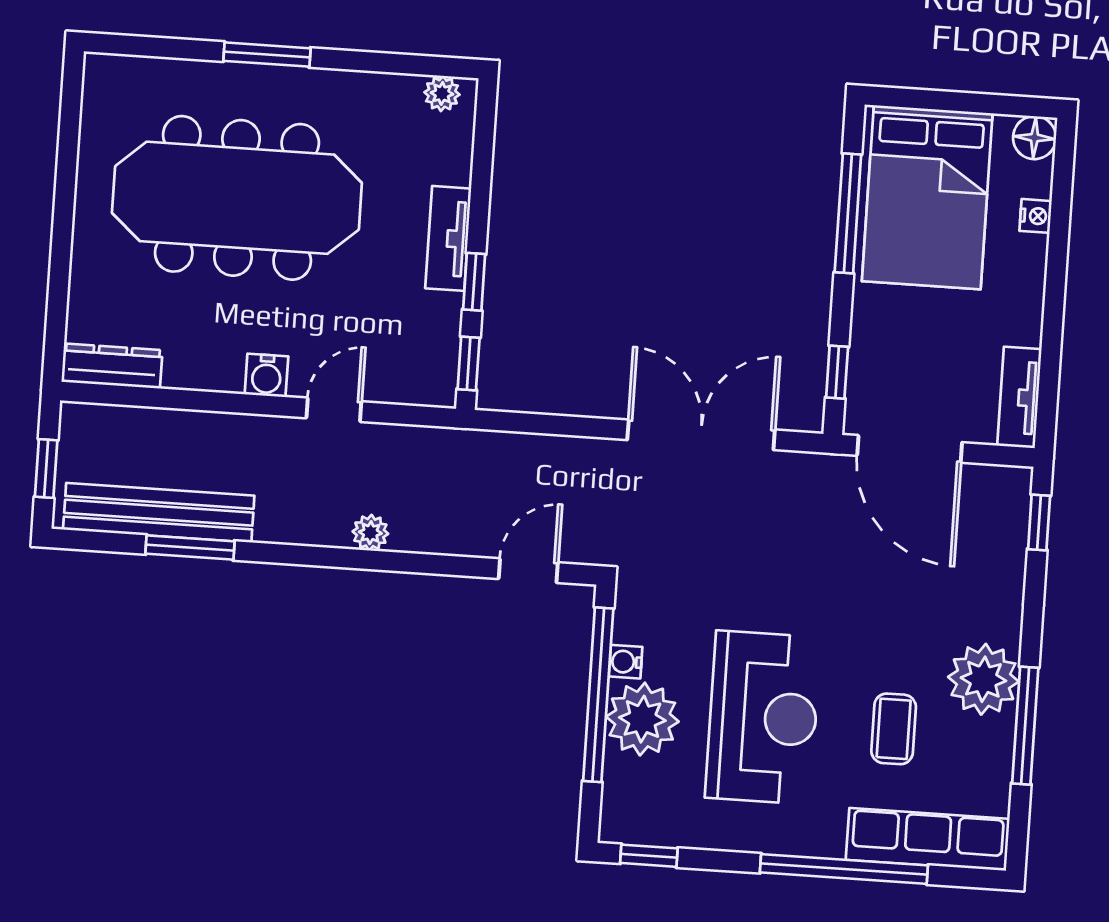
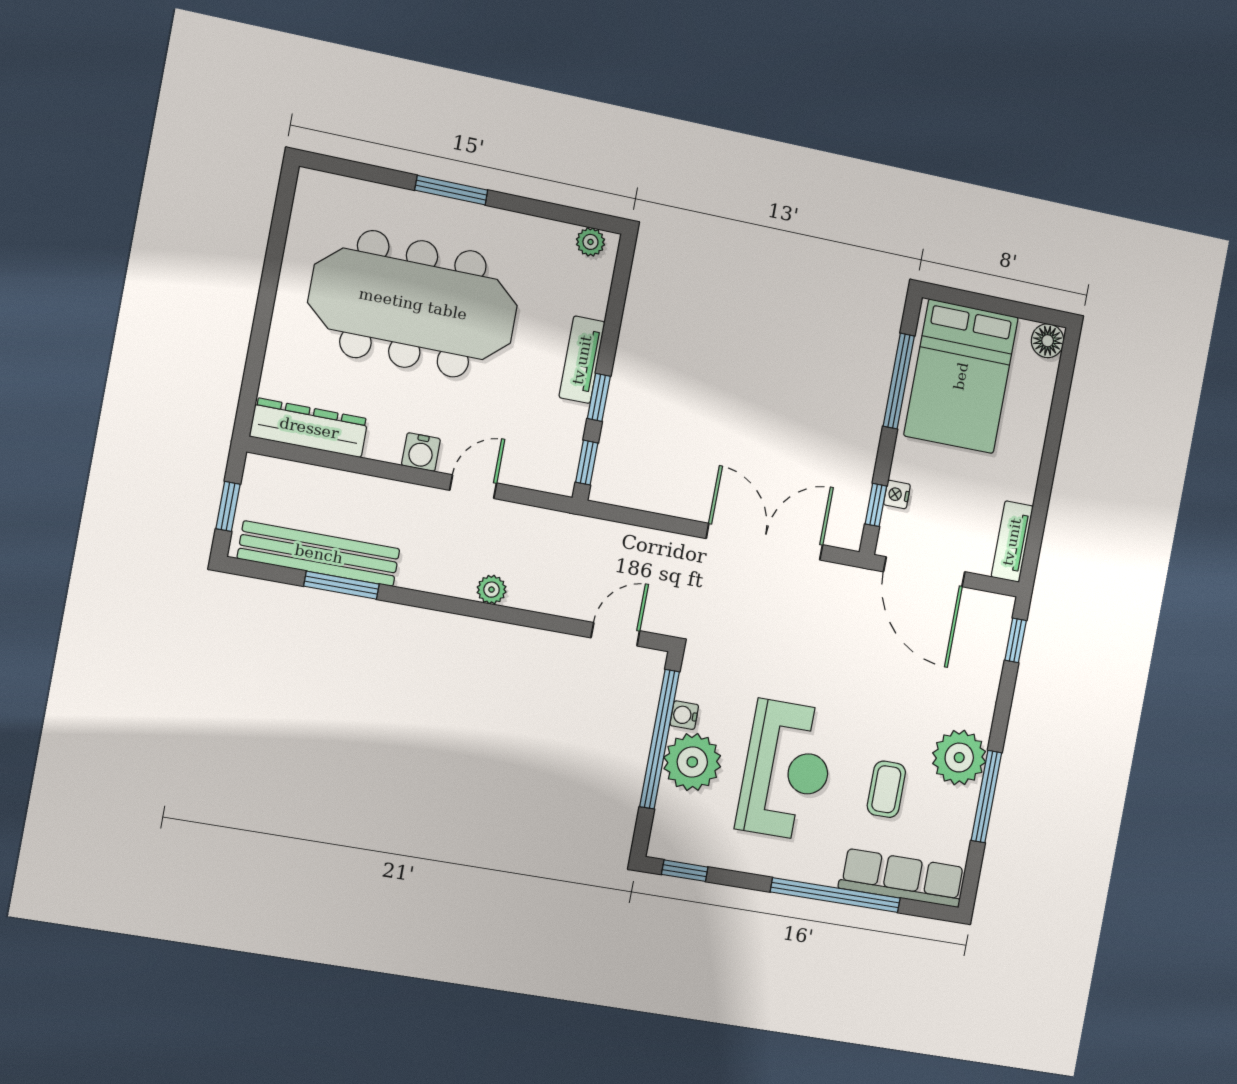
nightstand: (1036, 216) -> (897, 495), moved, turned 180
dresser: (112, 366) -> (309, 428), width x1.37, depth x1.24

